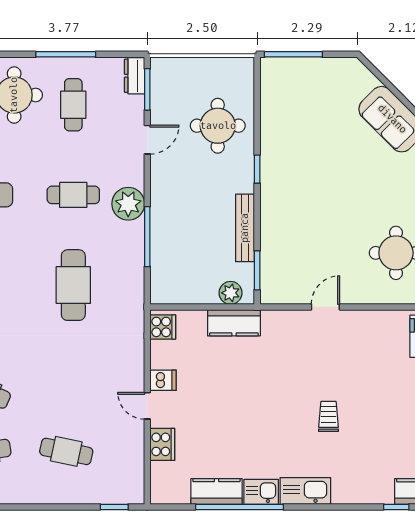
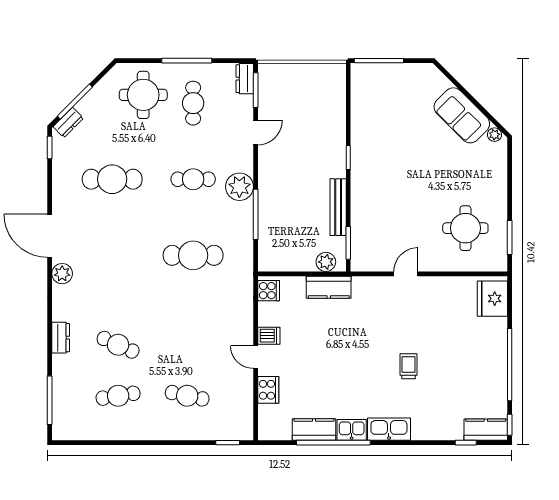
round table: (218, 126) -> (315, 121), removed
cafe table: (73, 285) -> (193, 255), turned 90

